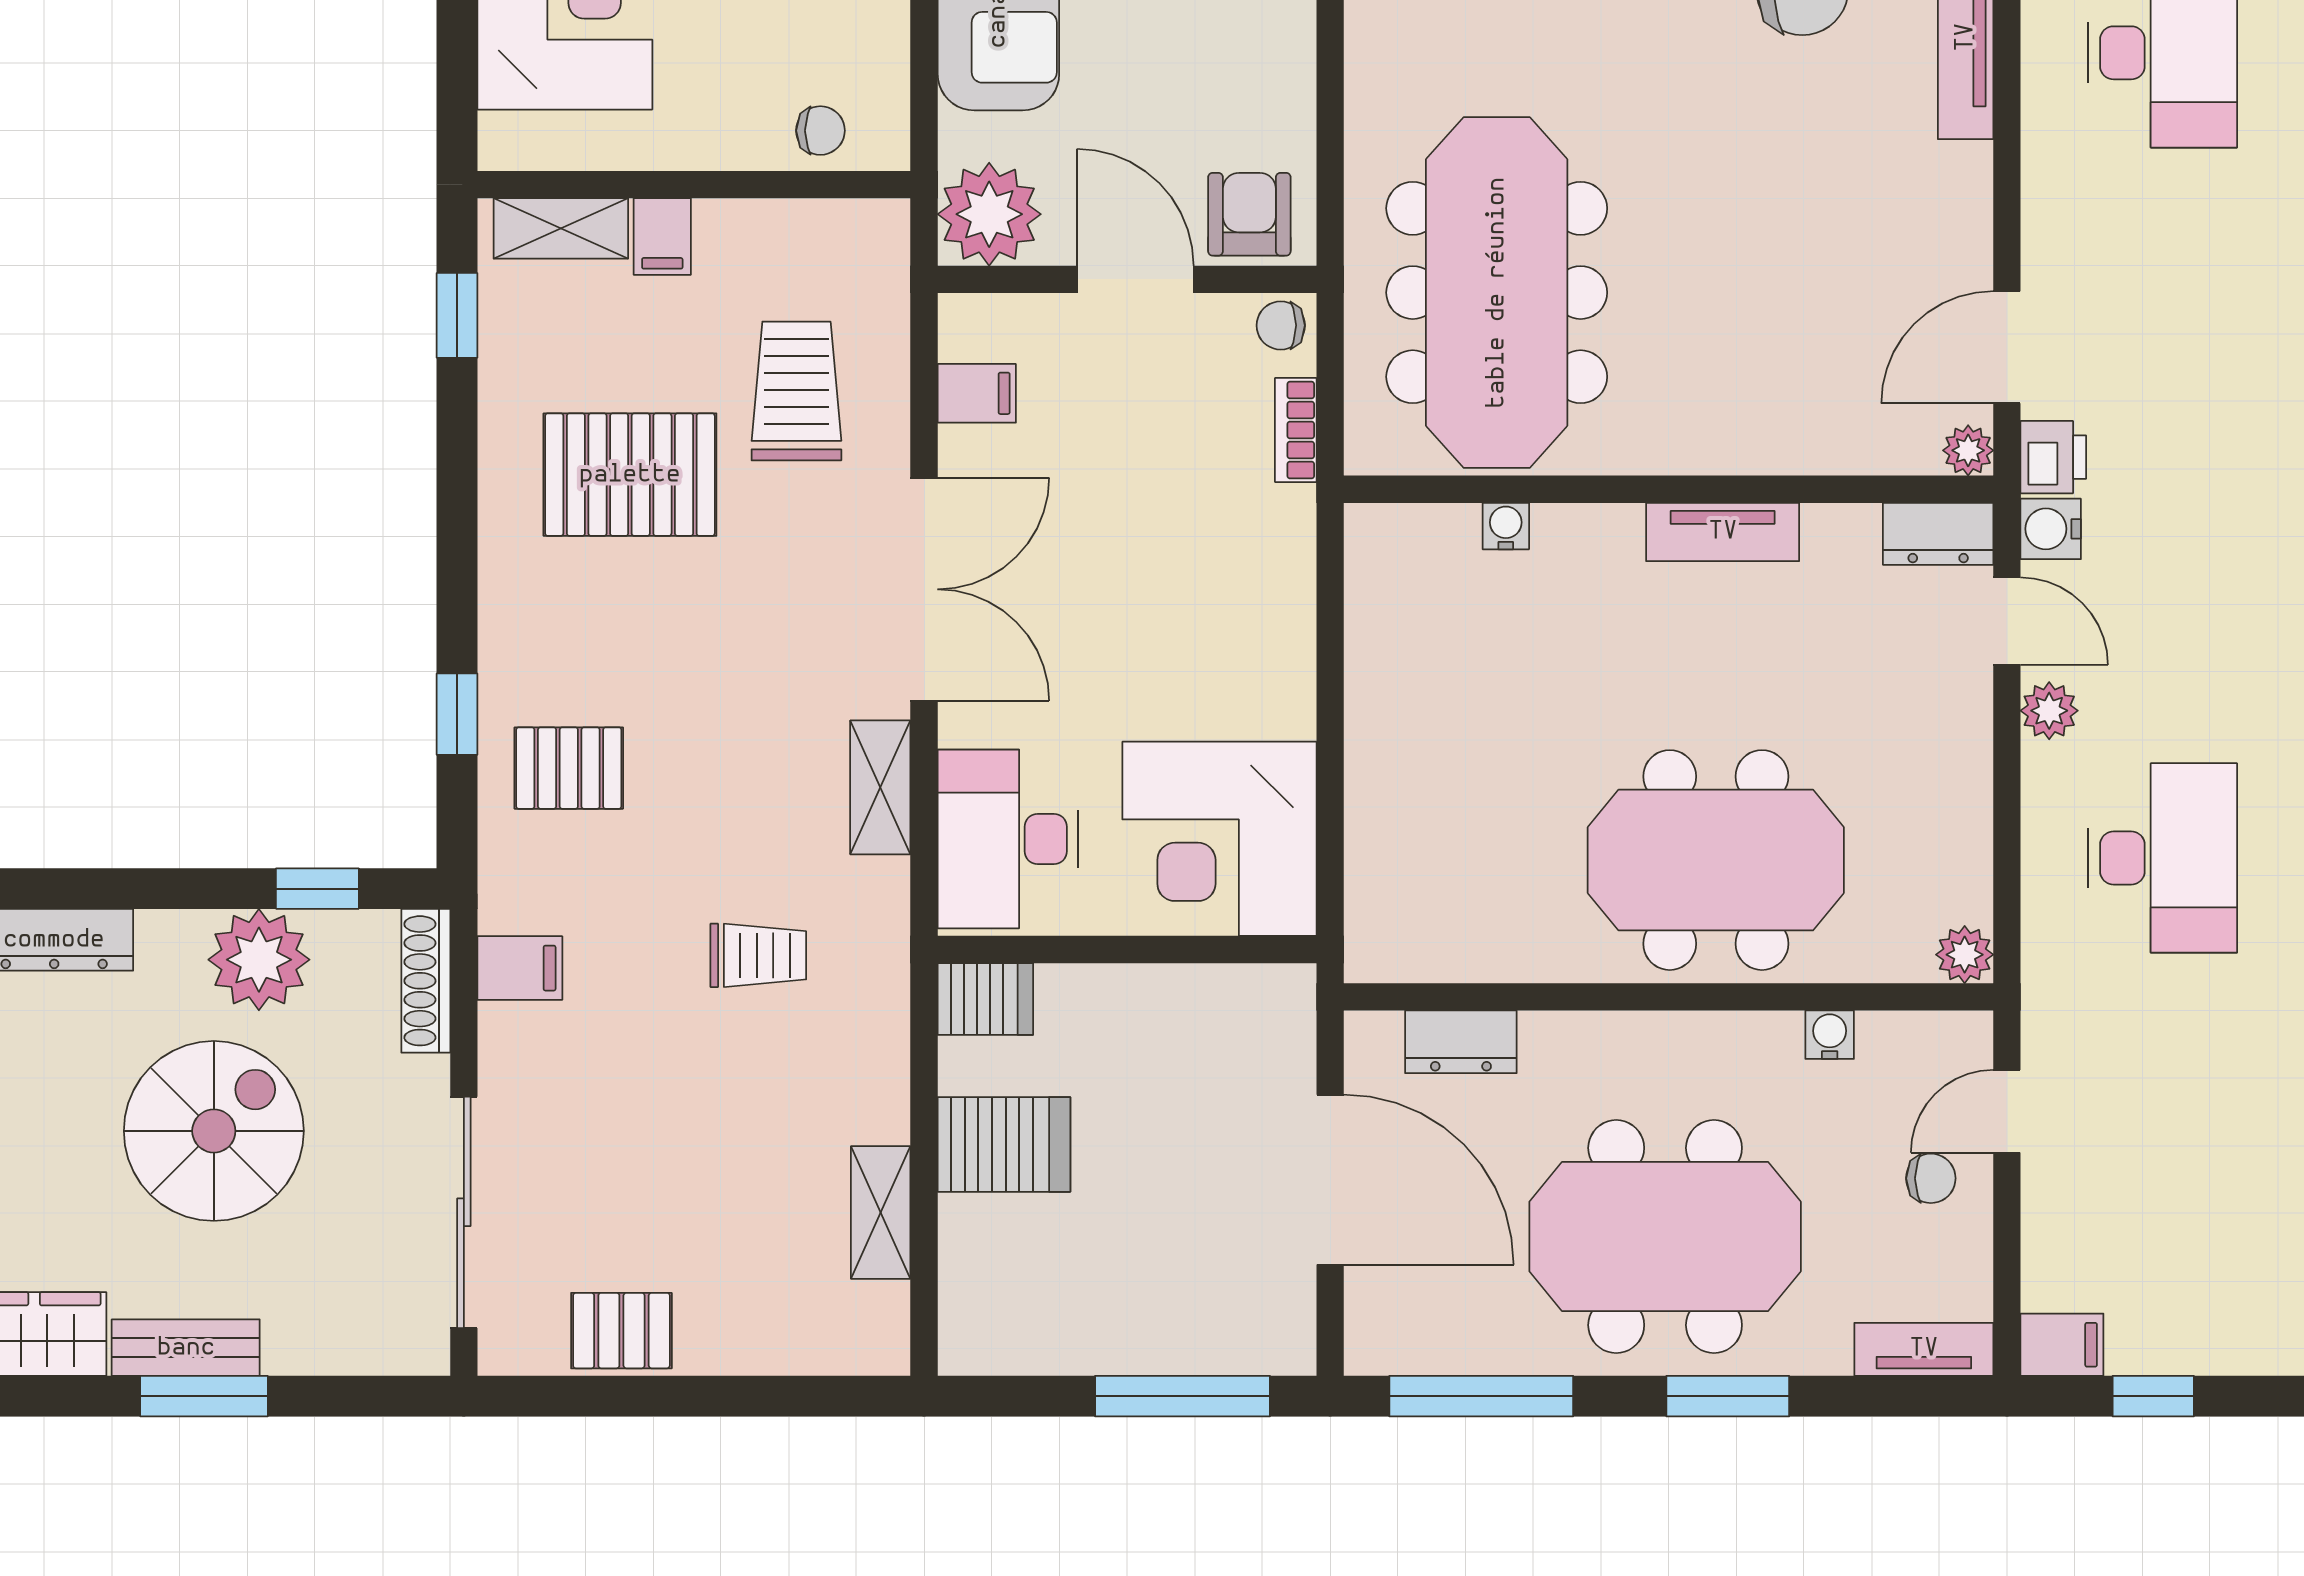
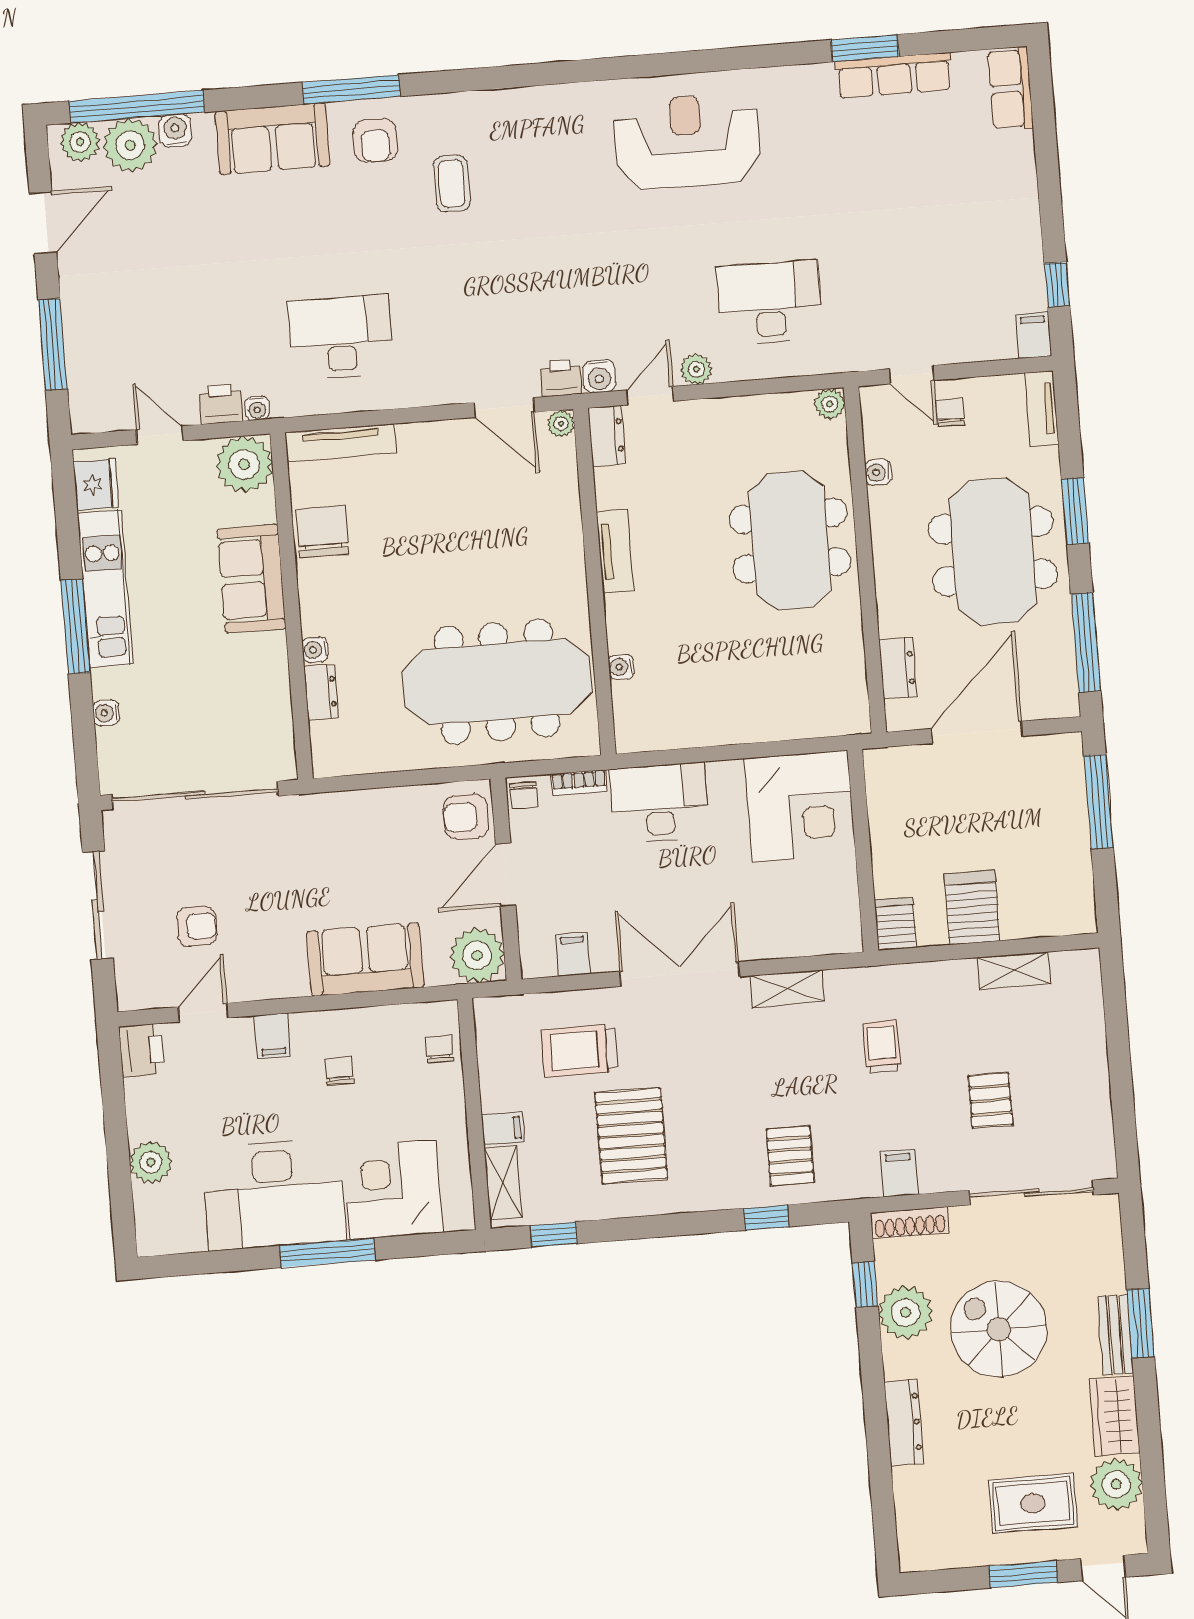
desk: (1008, 839) -> (659, 803), moved, turned 180
pallet: (621, 1331) -> (990, 1100), moved

